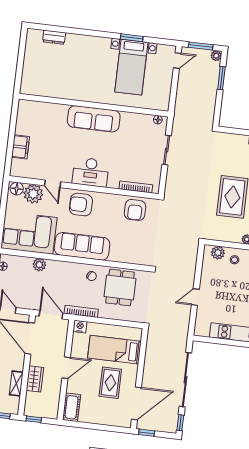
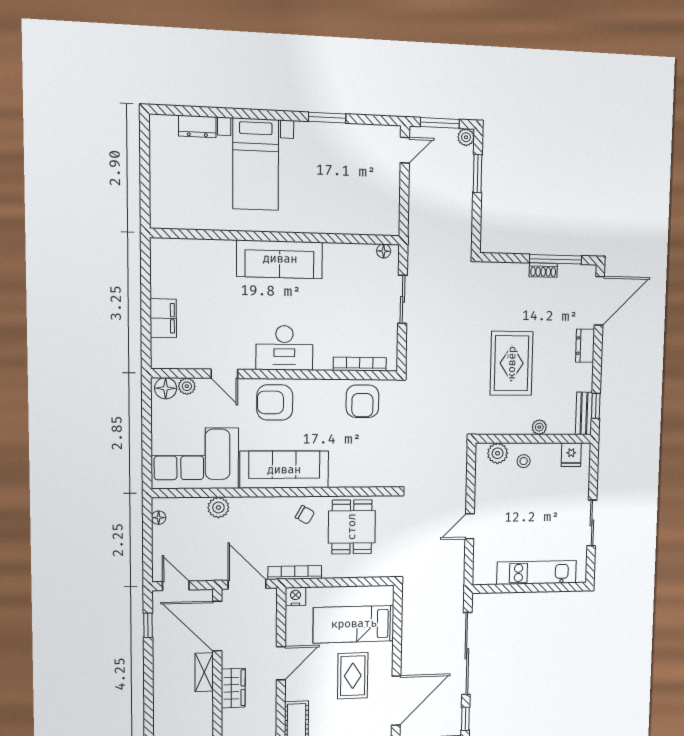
bed with nightstands: (131, 67) -> (256, 164), moved
plant: (33, 194) -> (187, 386), width x0.53, depth x0.53
shelving: (16, 383) -> (204, 672), moved

